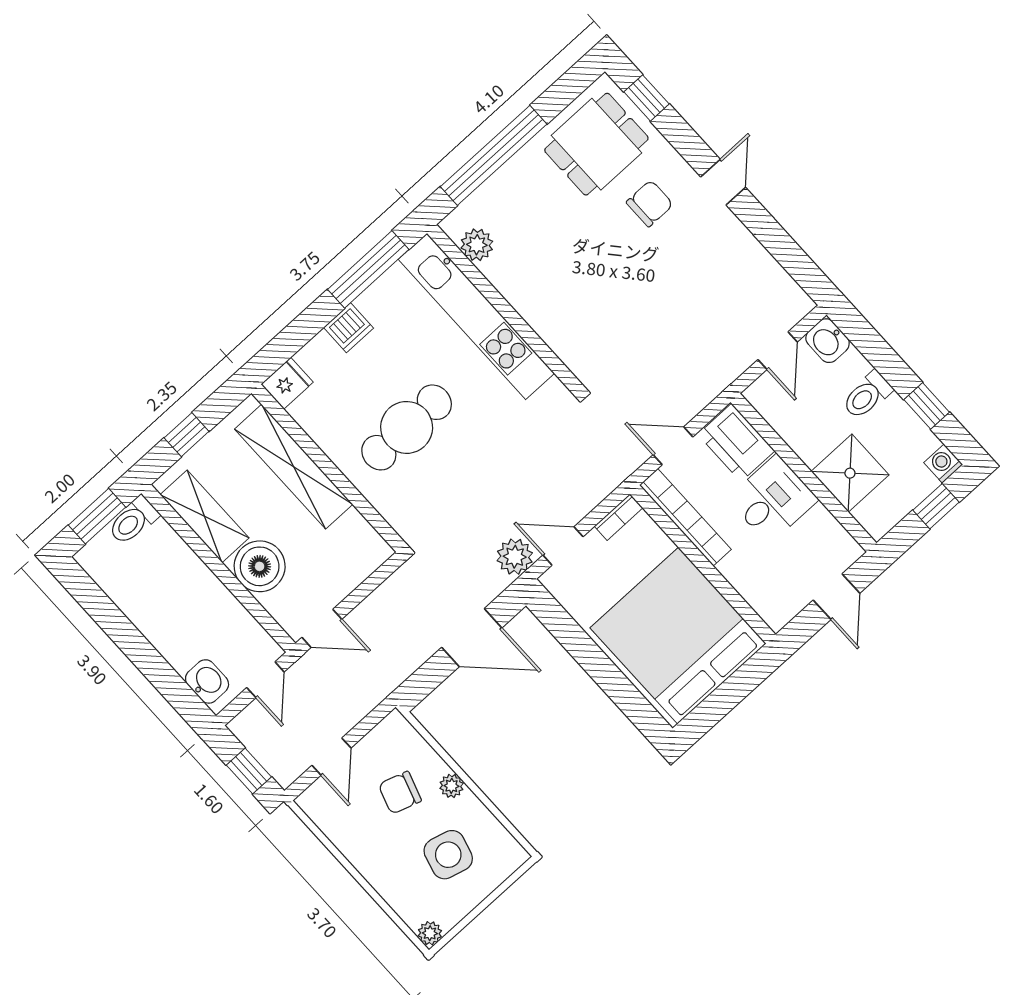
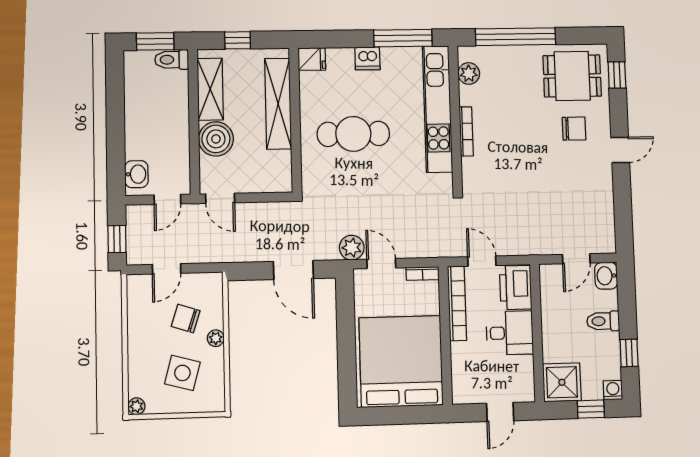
bookcase: (530, 314) -> (466, 131), added
shower: (850, 473) -> (562, 382), moved

